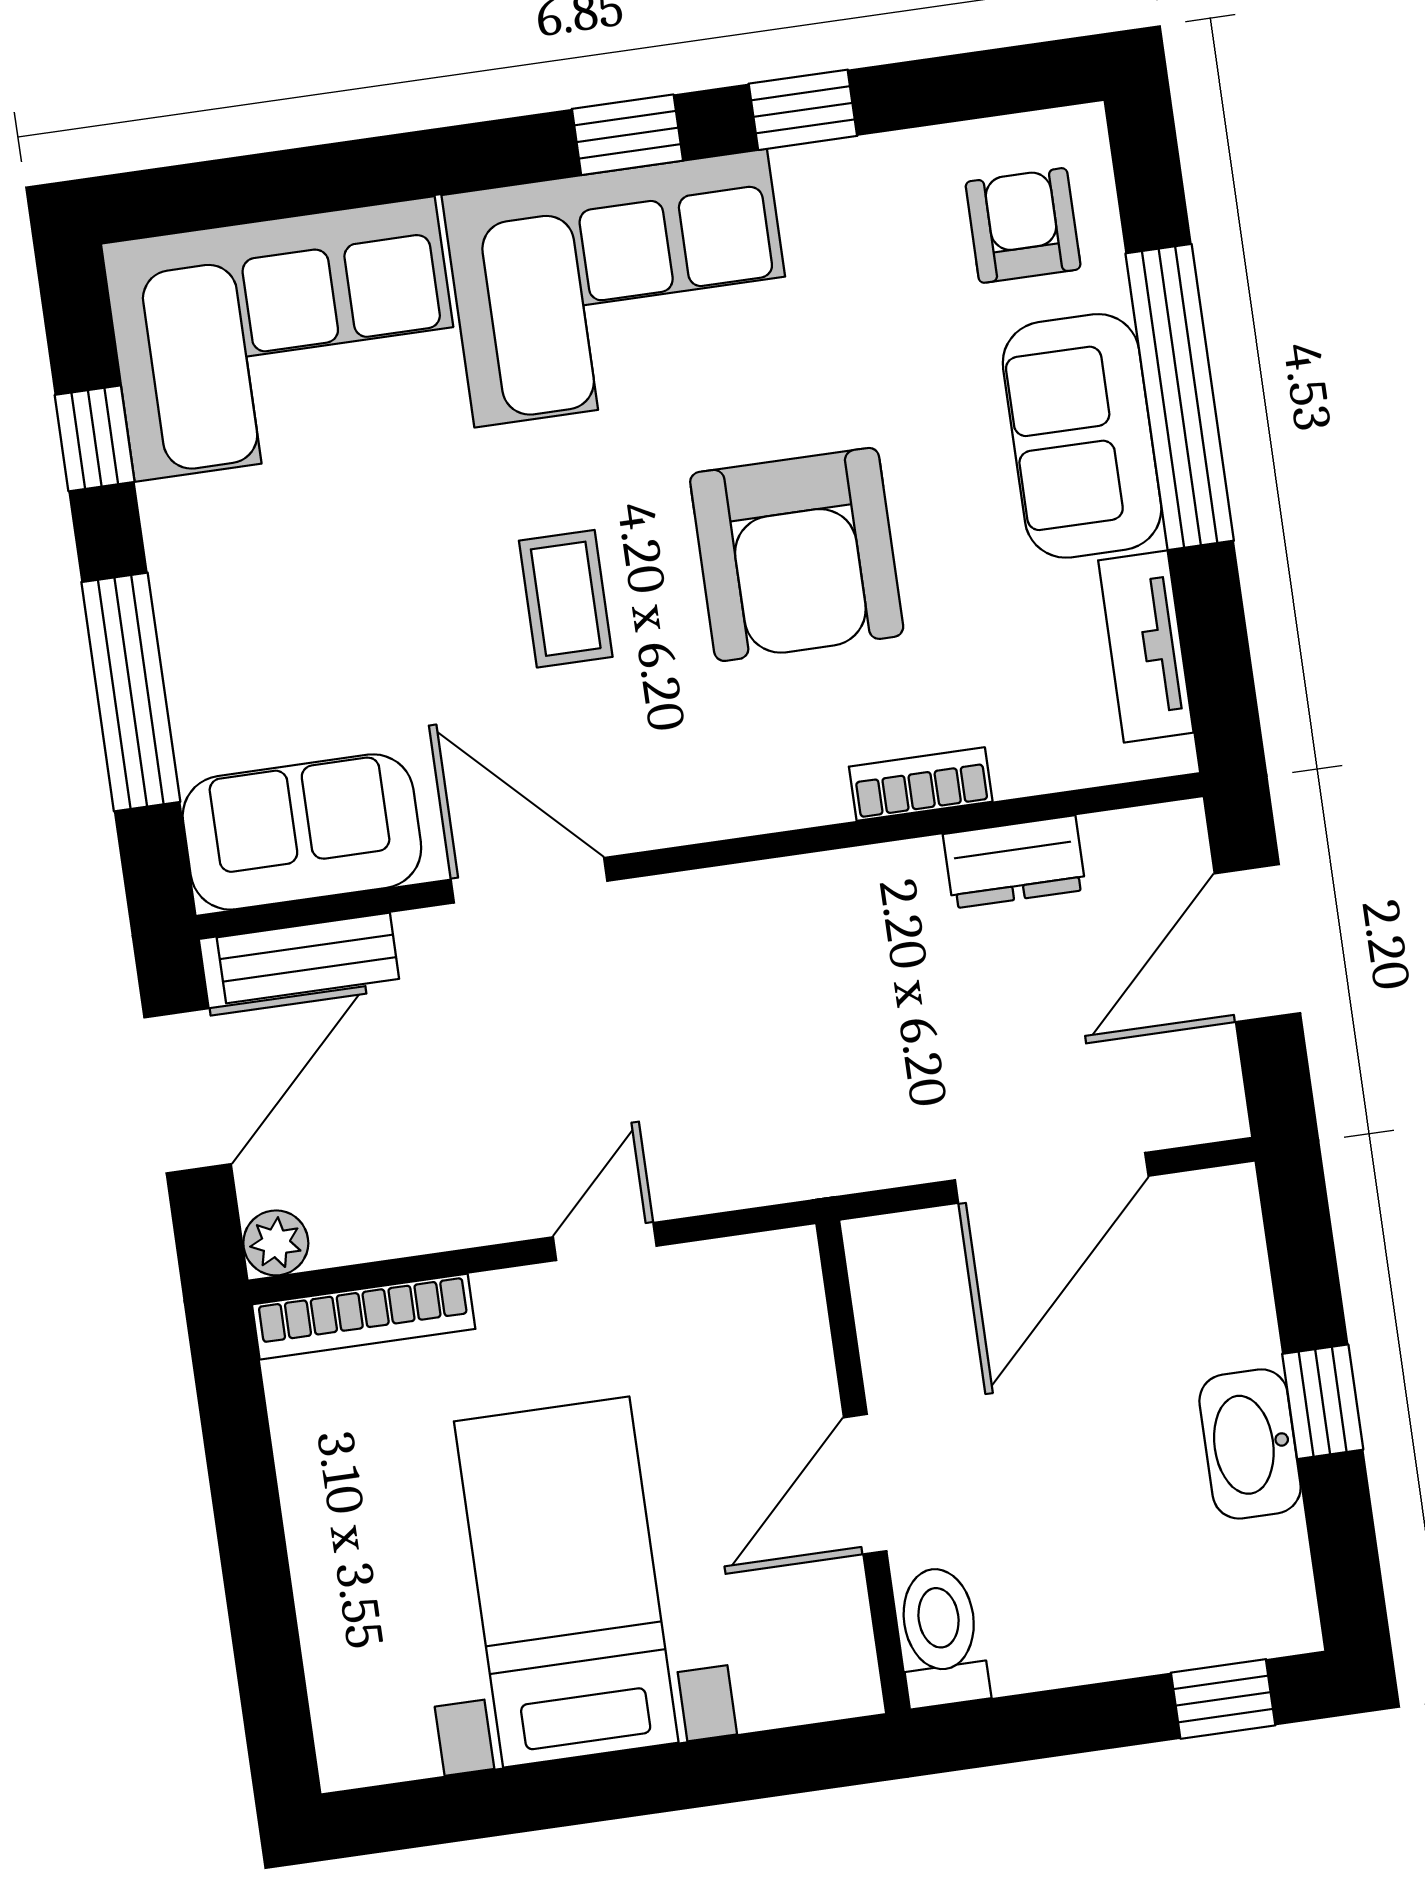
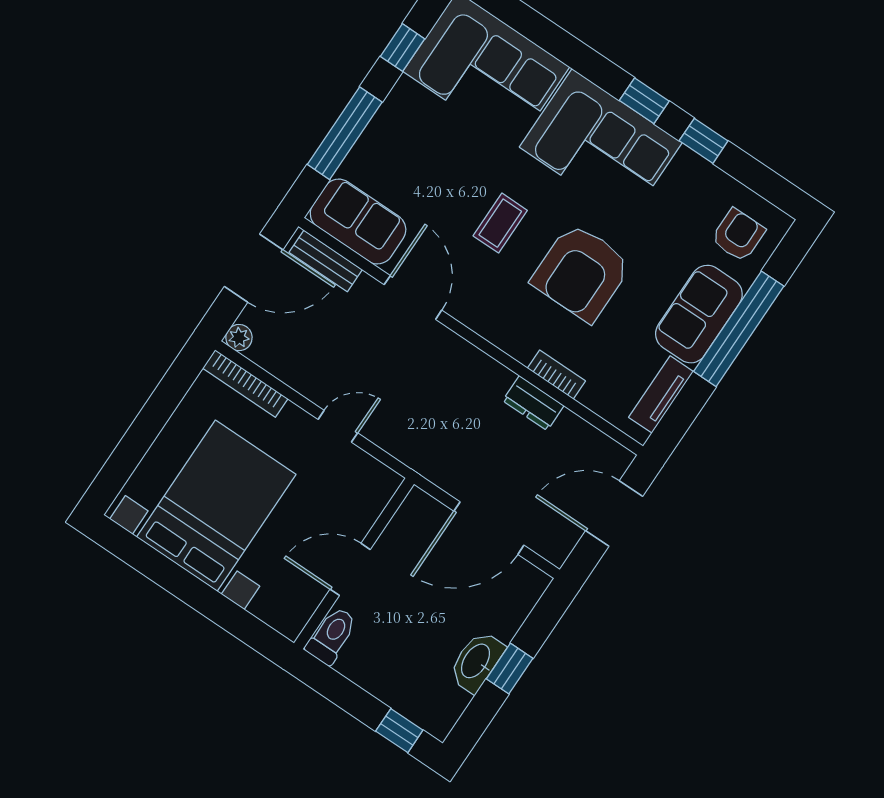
dresser: (1014, 862) -> (533, 403), moved
bed with nightstands: (566, 1582) -> (216, 506), width x1.36

